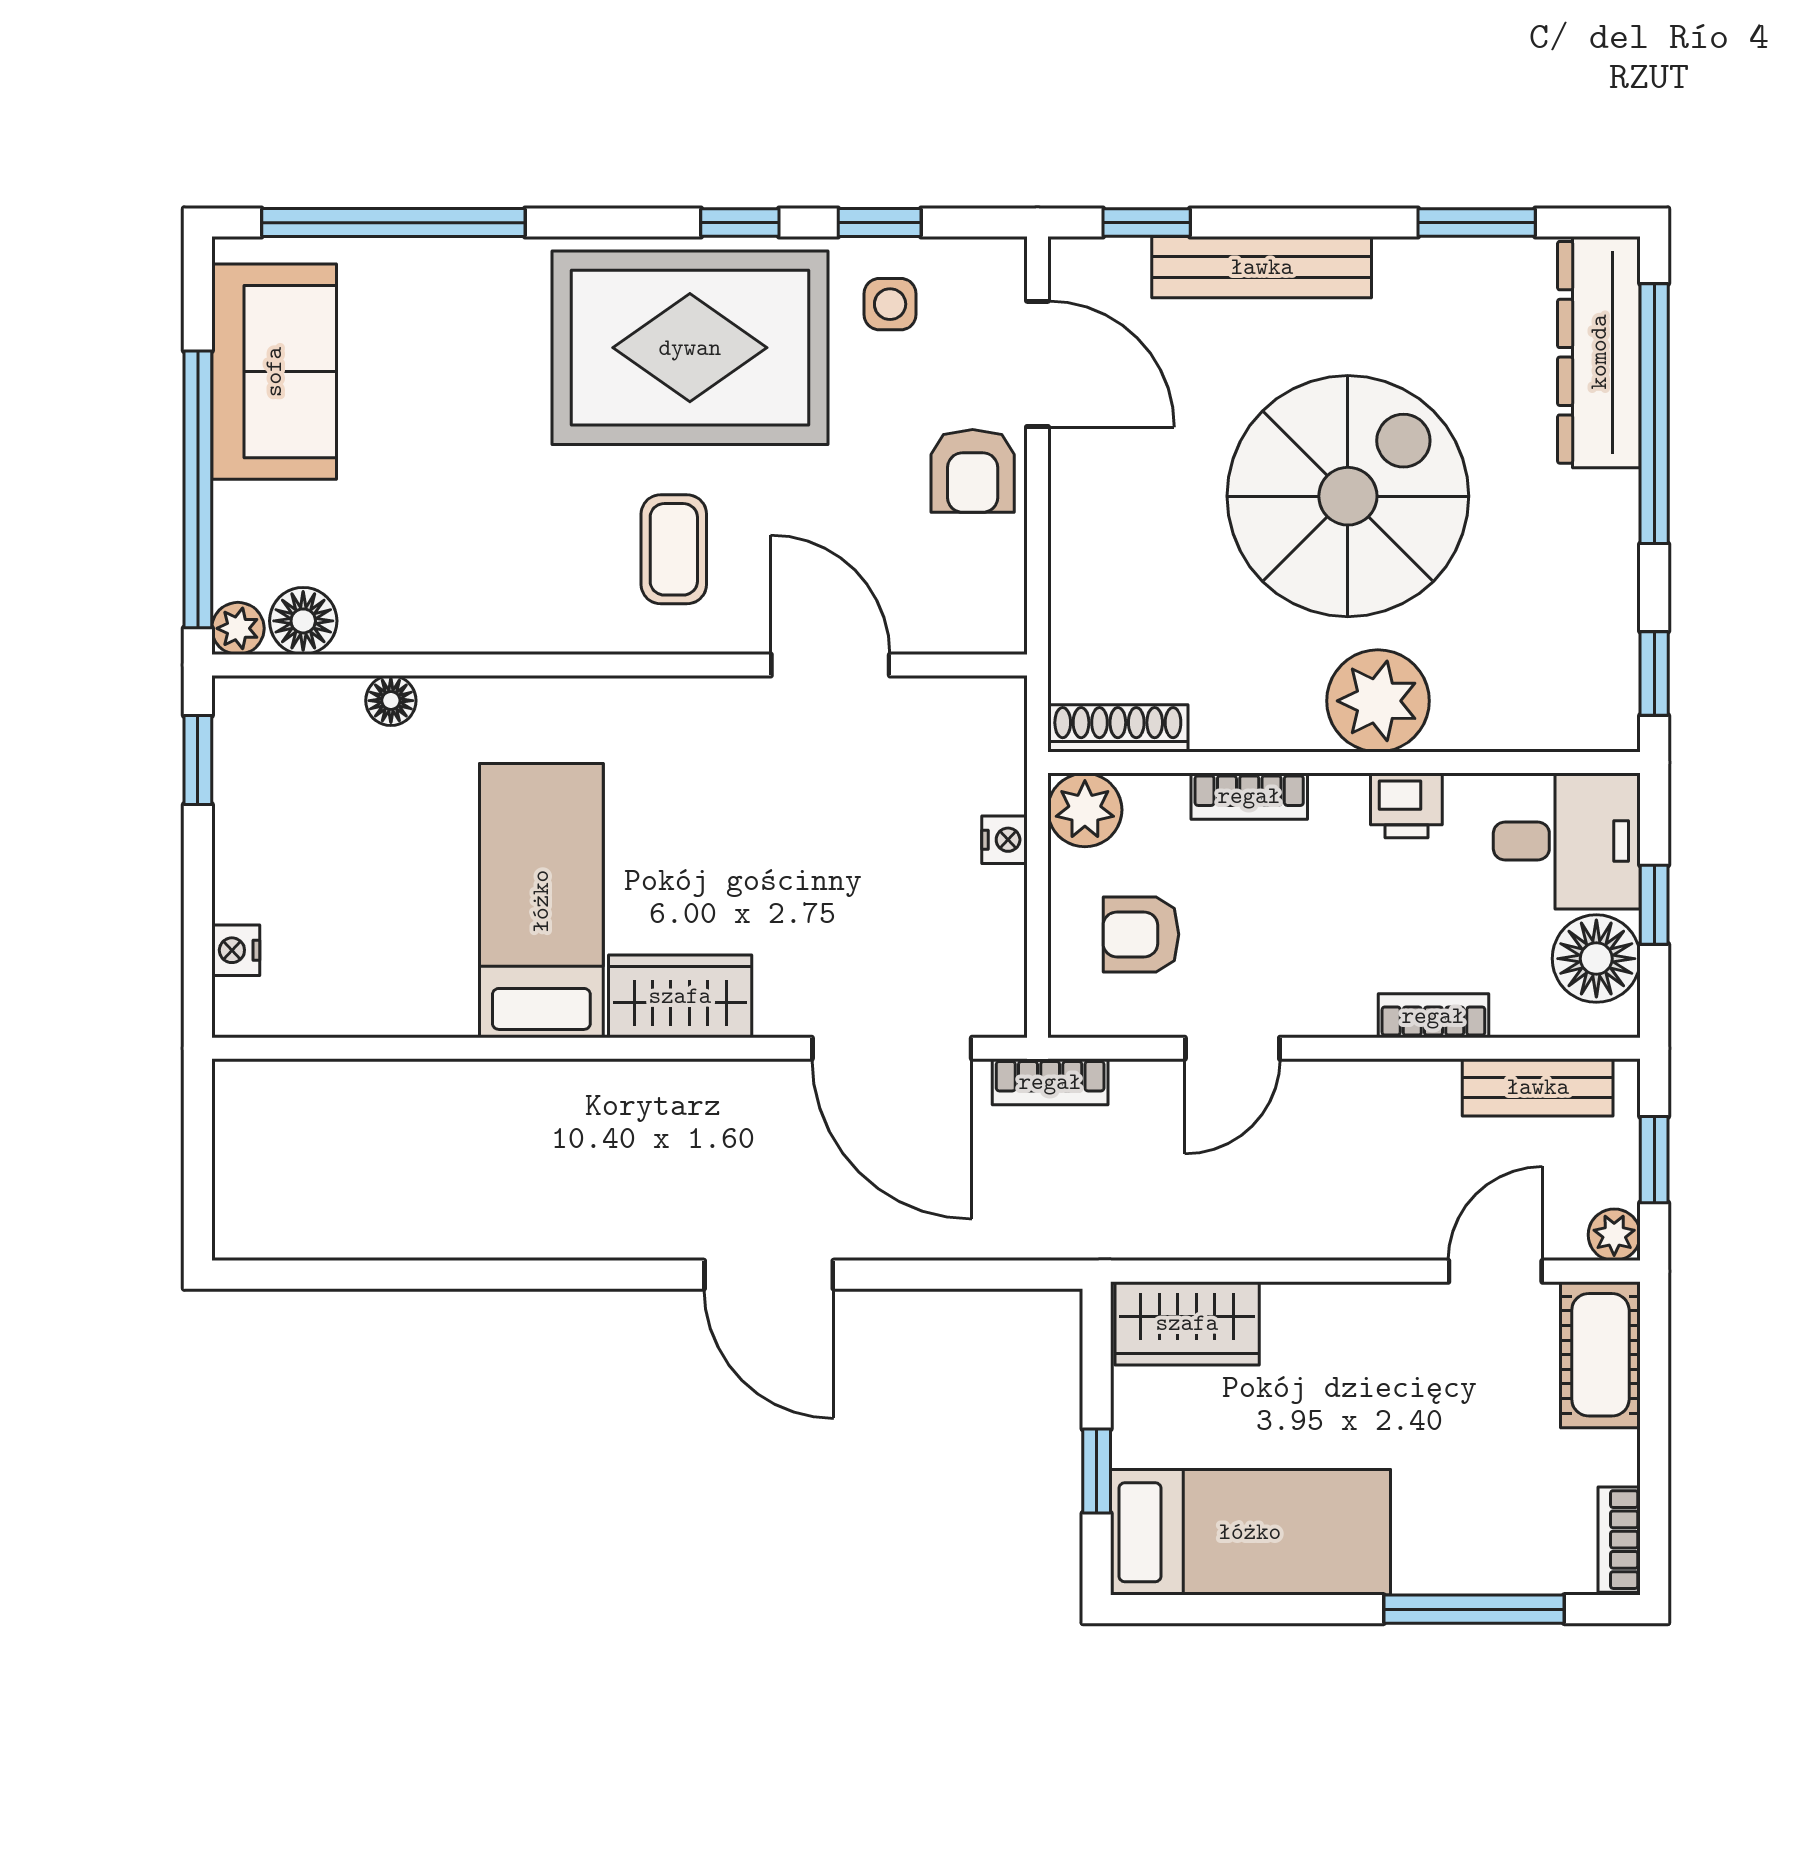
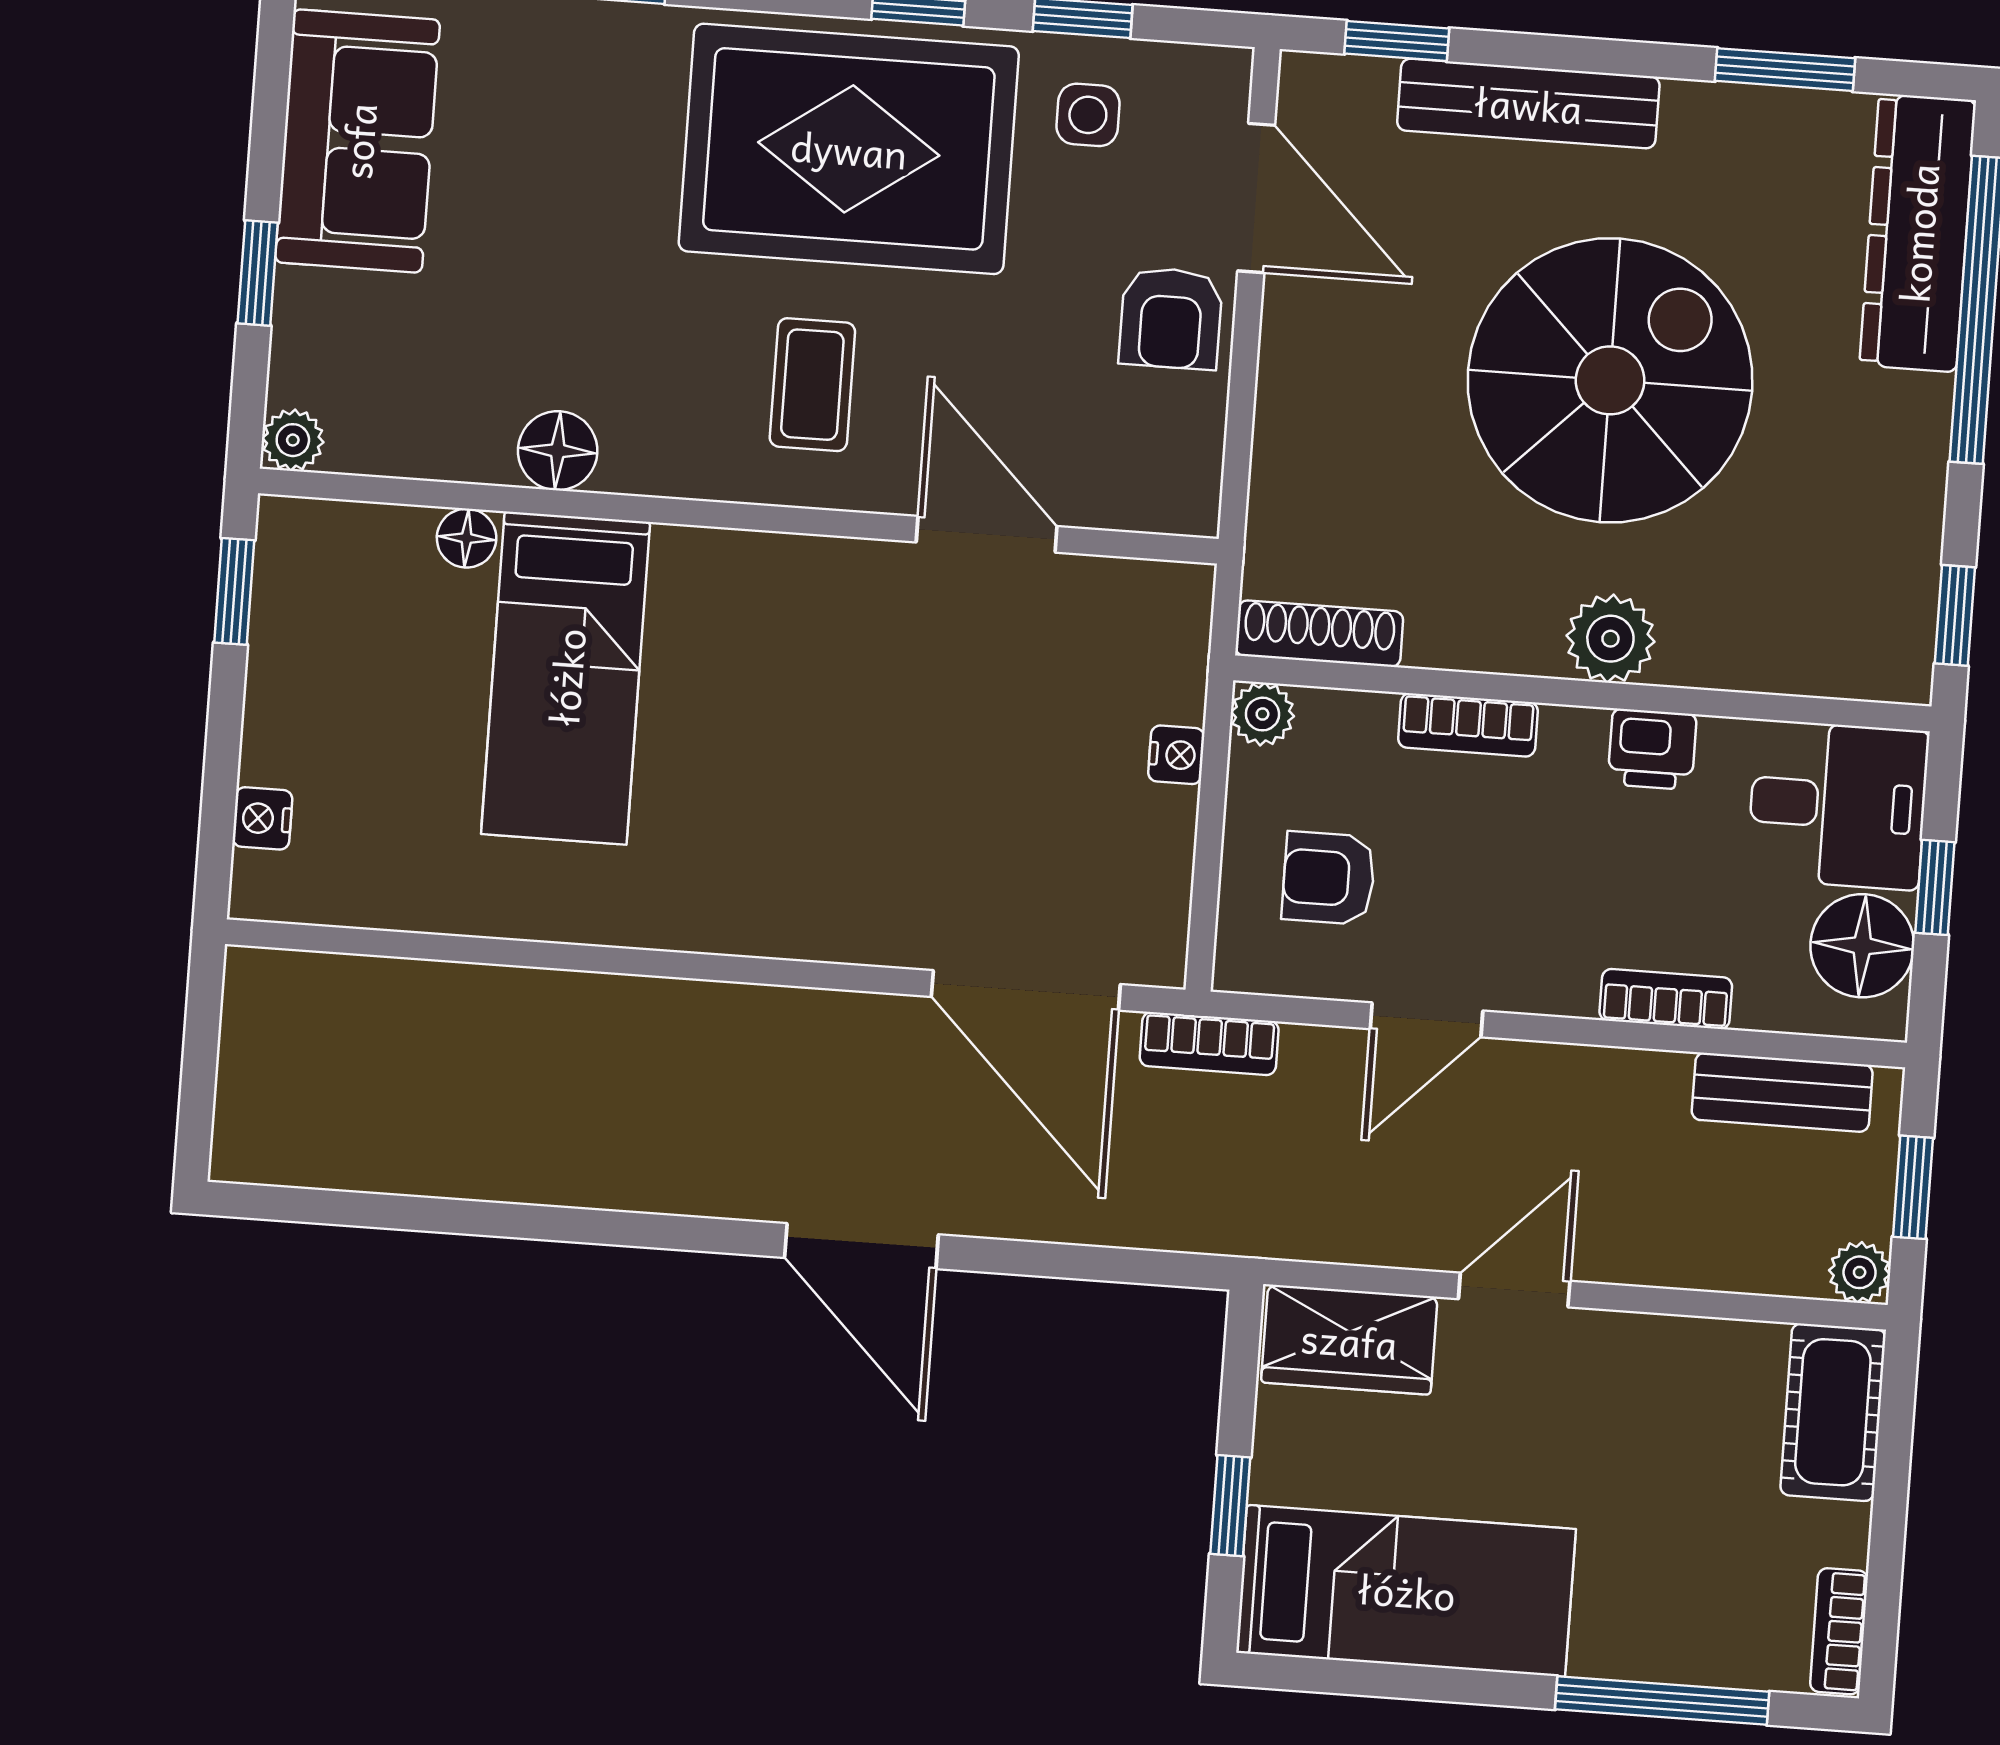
window: (198, 489) -> (258, 273), width x0.32
floor lamp: (303, 621) -> (558, 451), moved
plant: (1378, 701) -> (1610, 639), width x0.73, depth x0.73
plant: (1085, 810) -> (1262, 714), width x0.73, depth x0.73
bed: (541, 901) -> (566, 678), moved, turned 180
wardrobe: (680, 996) -> (781, 911), removed
door: (1495, 1271) -> (1514, 1290), moved

